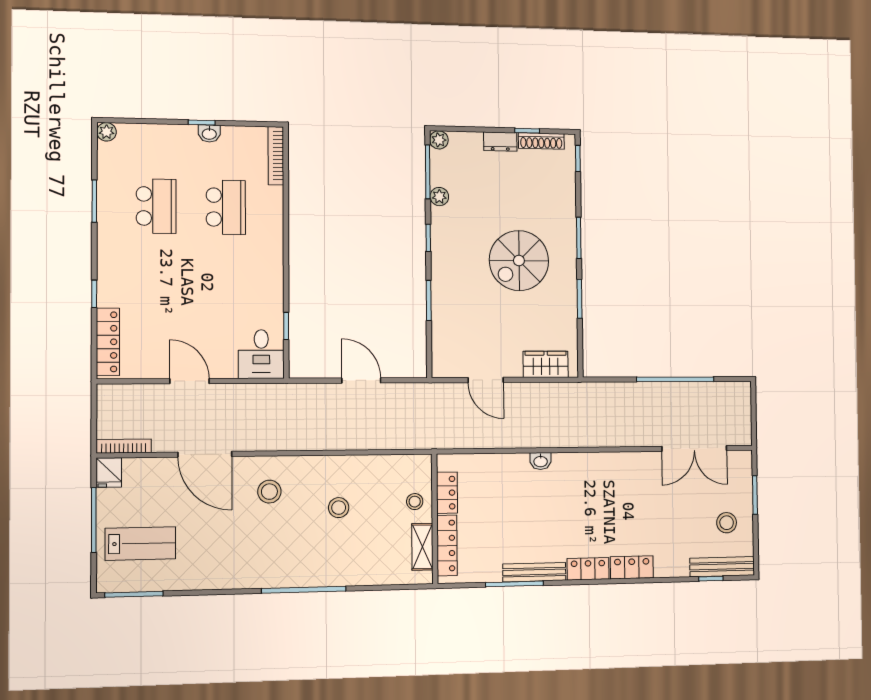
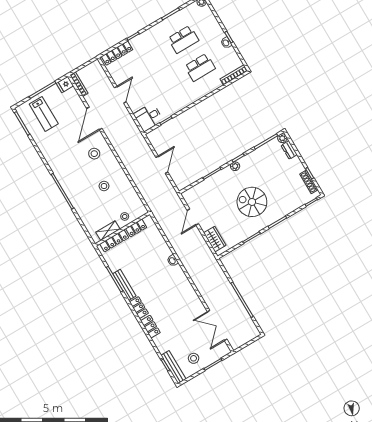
dresser: (500, 142) -> (289, 150), moved
plant: (439, 197) -> (235, 166), moved

